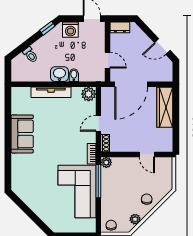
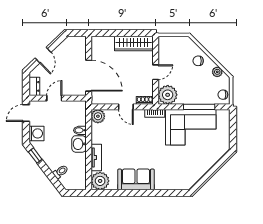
door: (162, 47) -> (43, 55), moved
door: (107, 60) -> (54, 98), moved
tv unit: (51, 92) -> (96, 158), width x0.71
plant: (21, 96) -> (100, 181), added
wardrobe: (165, 107) -> (134, 44), moved
door: (147, 154) -> (156, 72), moved
plant: (106, 162) -> (168, 95), width x1.88, depth x1.88
window: (98, 181) -> (199, 107), moved

